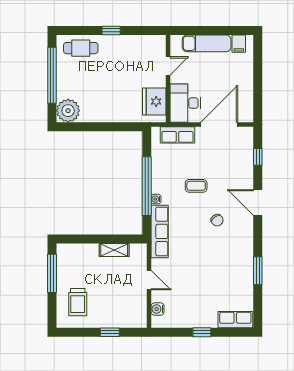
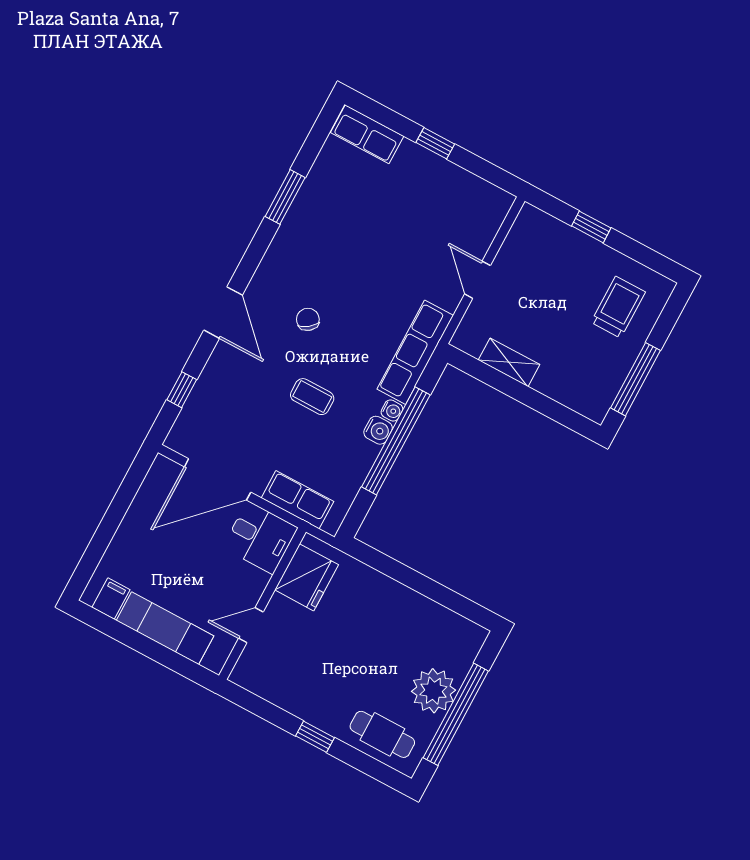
desk: (185, 103) -> (260, 538), width x0.73
plant: (68, 111) -> (433, 691), moved
water cooler: (158, 309) -> (378, 430), moved

